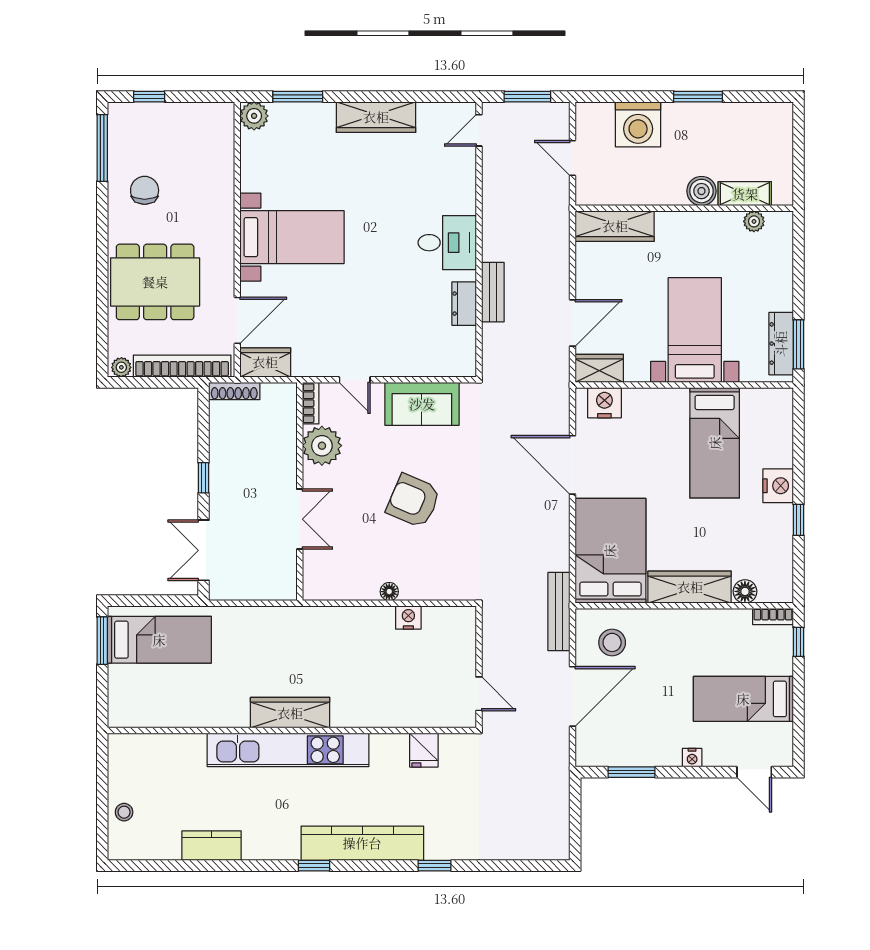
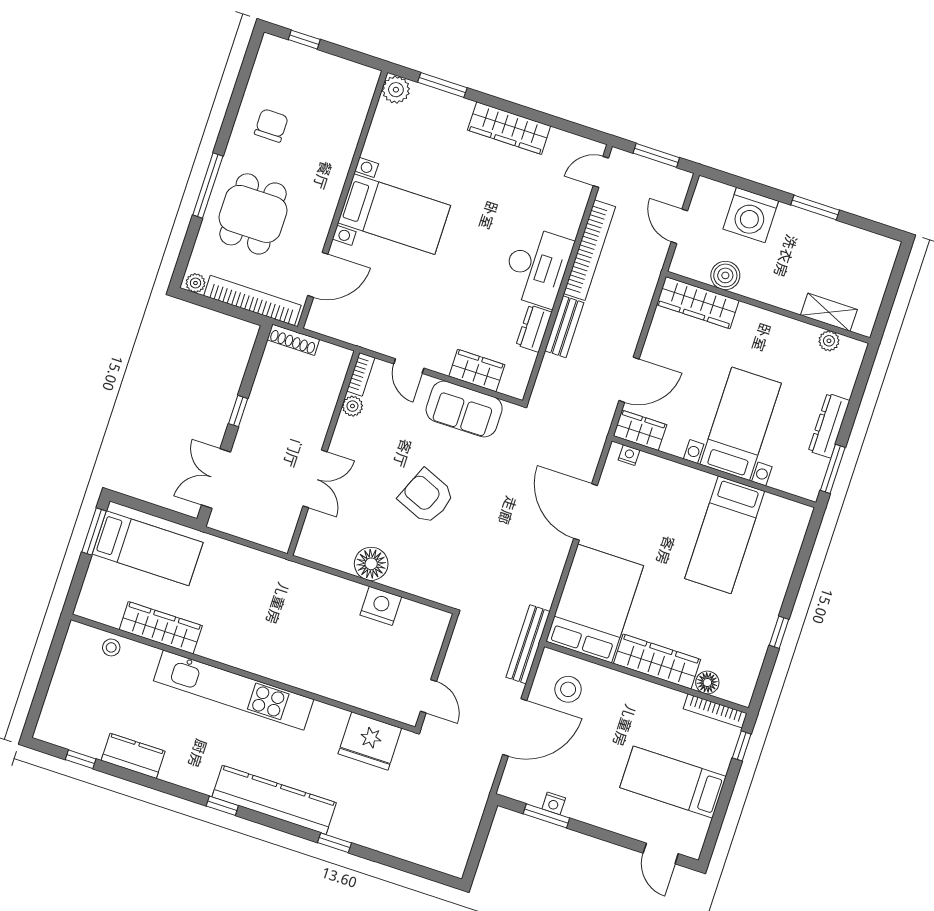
window: (102, 148) -> (208, 185), moved
boiler: (701, 191) -> (725, 275), moved
bookcase: (493, 210) -> (590, 250), added
desk: (447, 243) -> (537, 267), width x1.37
dining table: (155, 282) -> (253, 214), width x0.73
dresser: (781, 344) -> (829, 426), moved
wardrobe: (265, 362) -> (477, 371), moved
nightstand: (604, 403) -> (629, 455), width x0.53, depth x0.56
plant: (322, 446) -> (352, 406), width x0.53, depth x0.53
nightstand: (778, 486) -> (771, 594), removed
floor lamp: (389, 592) -> (371, 564), width x1.89, depth x1.89
bookcase: (773, 617) -> (715, 711), width x1.56
nightstand: (408, 618) -> (381, 606), width x1.36, depth x1.33
wardrobe: (290, 713) -> (161, 628), moved
fridge: (424, 750) -> (370, 741), width x1.88, depth x1.34
nightstand: (692, 758) -> (554, 803), moved
stool: (124, 812) -> (111, 647), moved
window: (162, 866) -> (81, 759), added

